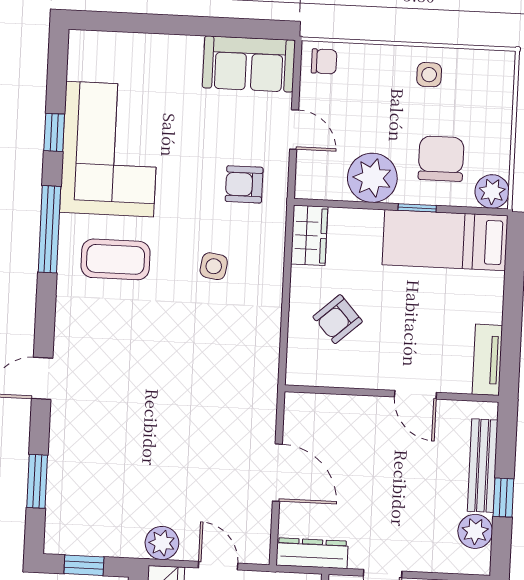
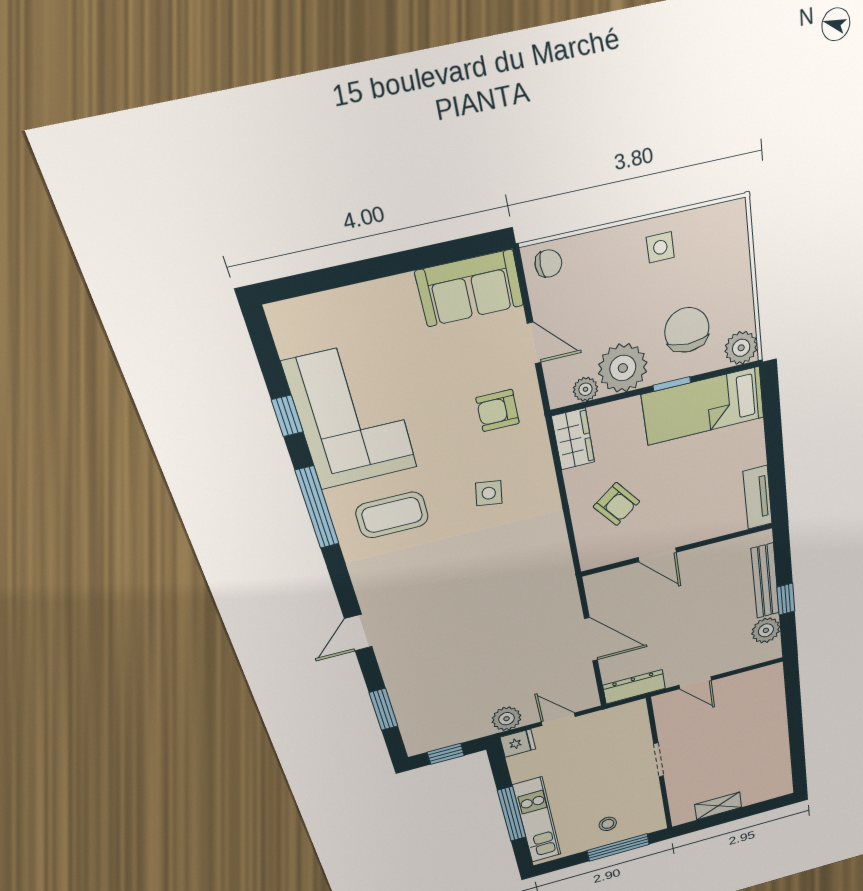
plant: (332, 188) -> (585, 389), added
armchair: (338, 319) -> (617, 504), turned -85
door: (415, 395) -> (657, 555), moved

